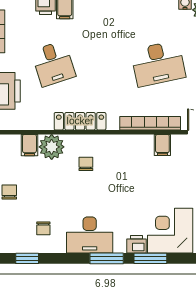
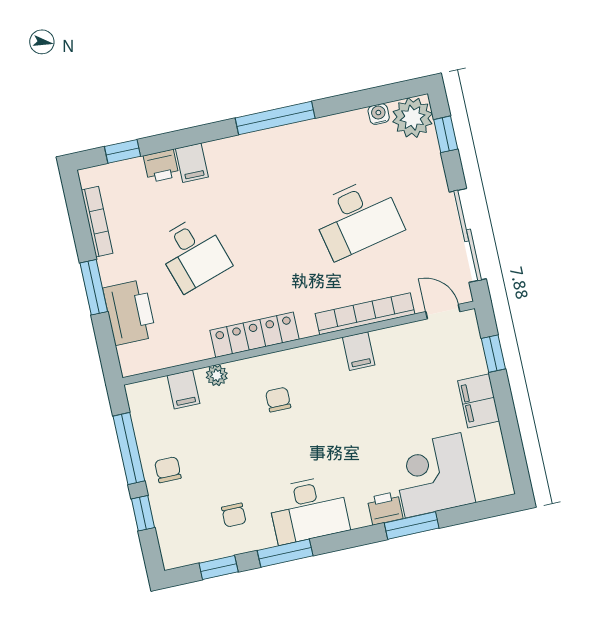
filing cabinet: (162, 145) -> (359, 351), moved
plant: (52, 147) -> (217, 375), width x0.53, depth x0.53
window: (107, 258) -> (285, 553), moved

